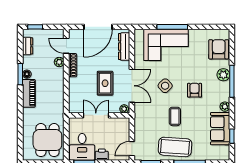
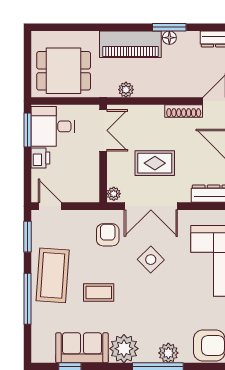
plant: (59, 62) -> (126, 90), moved
armchair: (195, 90) -> (108, 235), moved, turned -90
piano: (29, 93) -> (130, 44), width x1.37, depth x1.33
plant: (225, 107) -> (124, 349), width x1.88, depth x1.88
double door: (96, 115) -> (103, 130), moved
coffee table: (175, 116) -> (99, 293), moved

